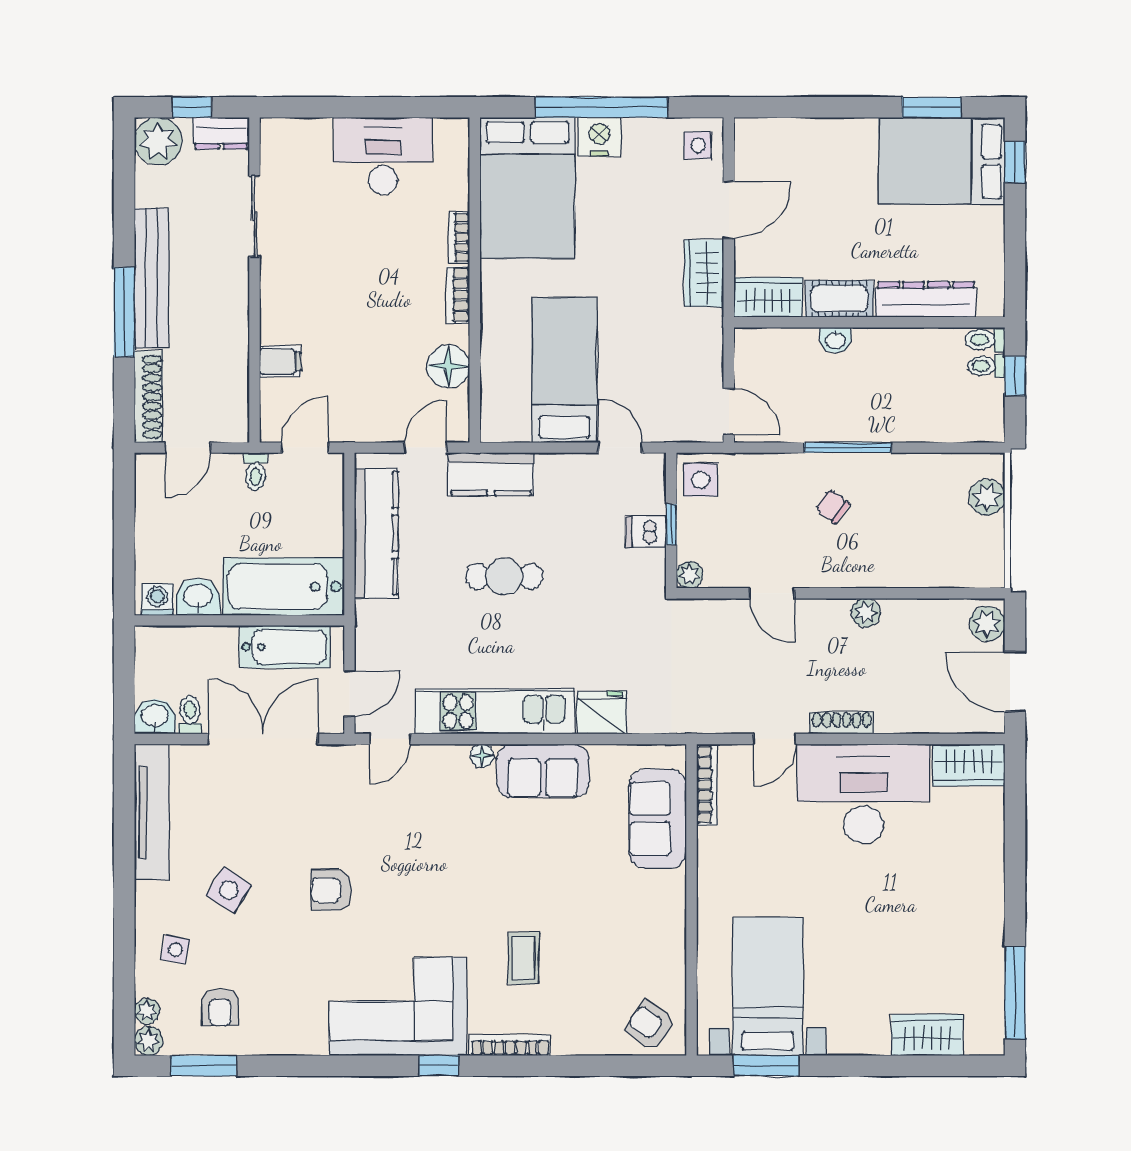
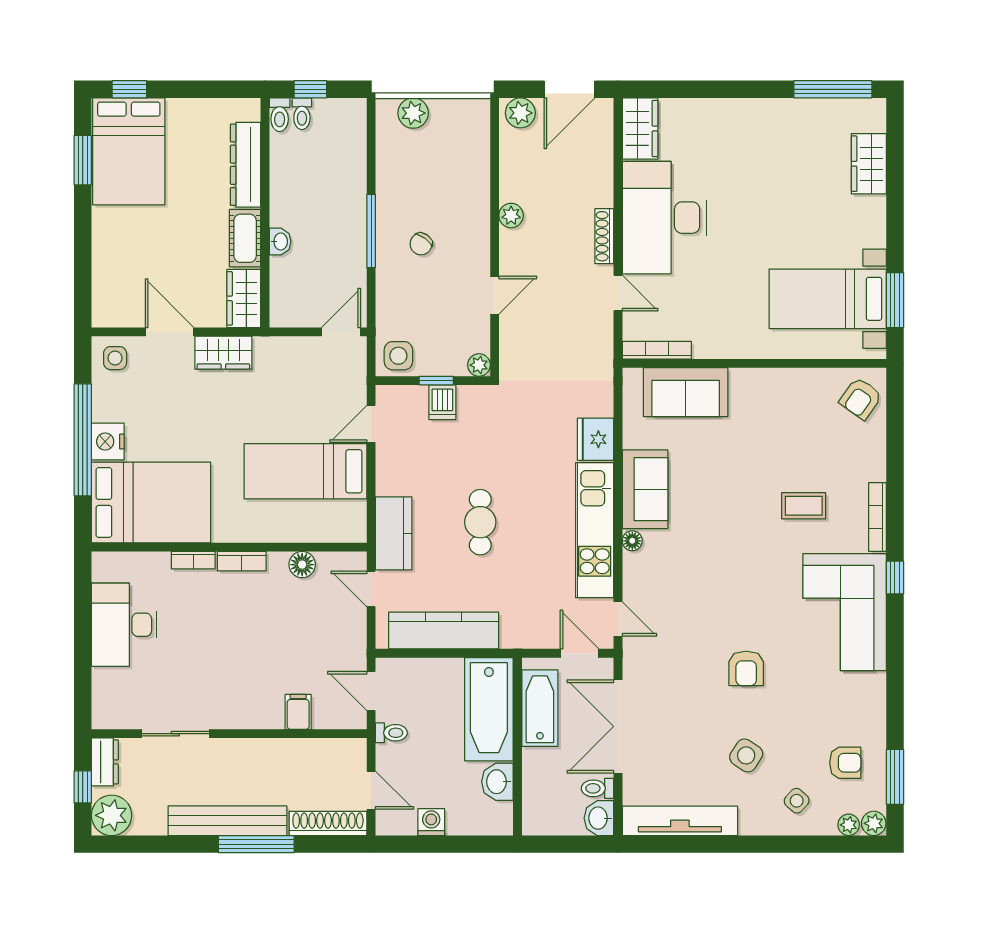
floor lamp: (448, 366) -> (302, 565), width x0.73, depth x0.73
washing machine: (157, 599) -> (431, 822), moved, turned 90
side table: (175, 950) -> (797, 801), turned 31

